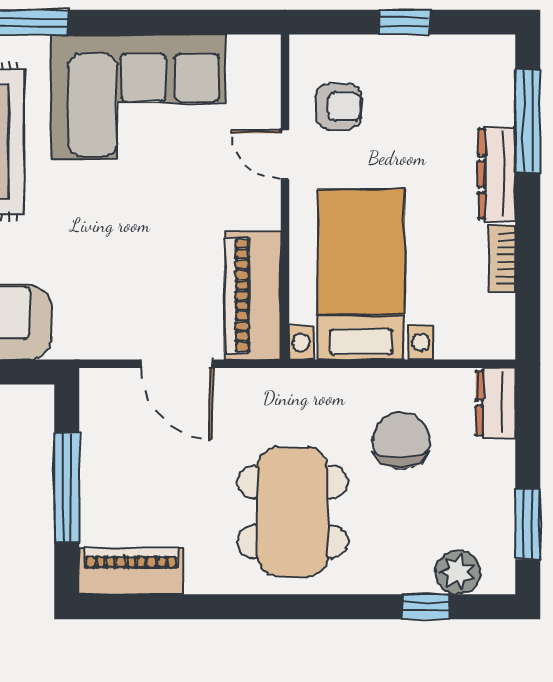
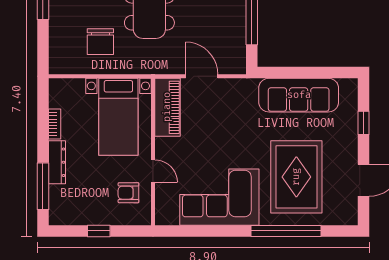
dresser: (496, 403) -> (57, 59), removed

